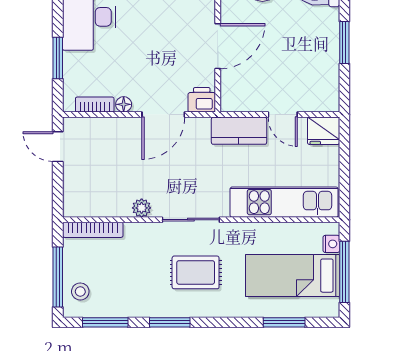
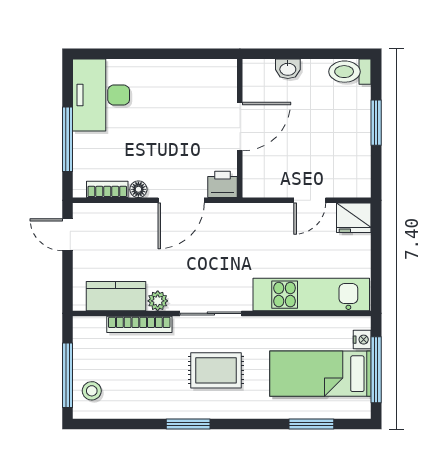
window: (58, 58) -> (67, 139), width x1.44
door: (283, 115) -> (310, 200), hinge flipped
kitchen counter: (239, 131) -> (116, 296), moved, turned 180
bookcase: (93, 230) -> (139, 324), moved
window: (105, 322) -> (119, 424), removed

